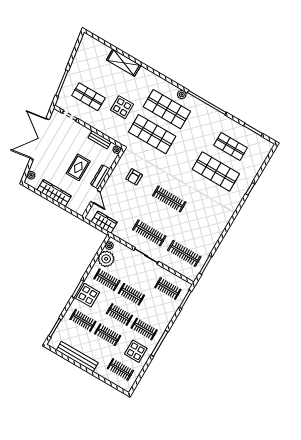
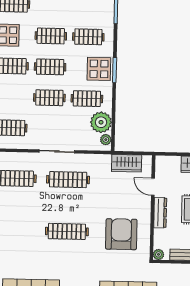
armchair: (134, 177) -> (121, 234), width x1.88, depth x1.88

